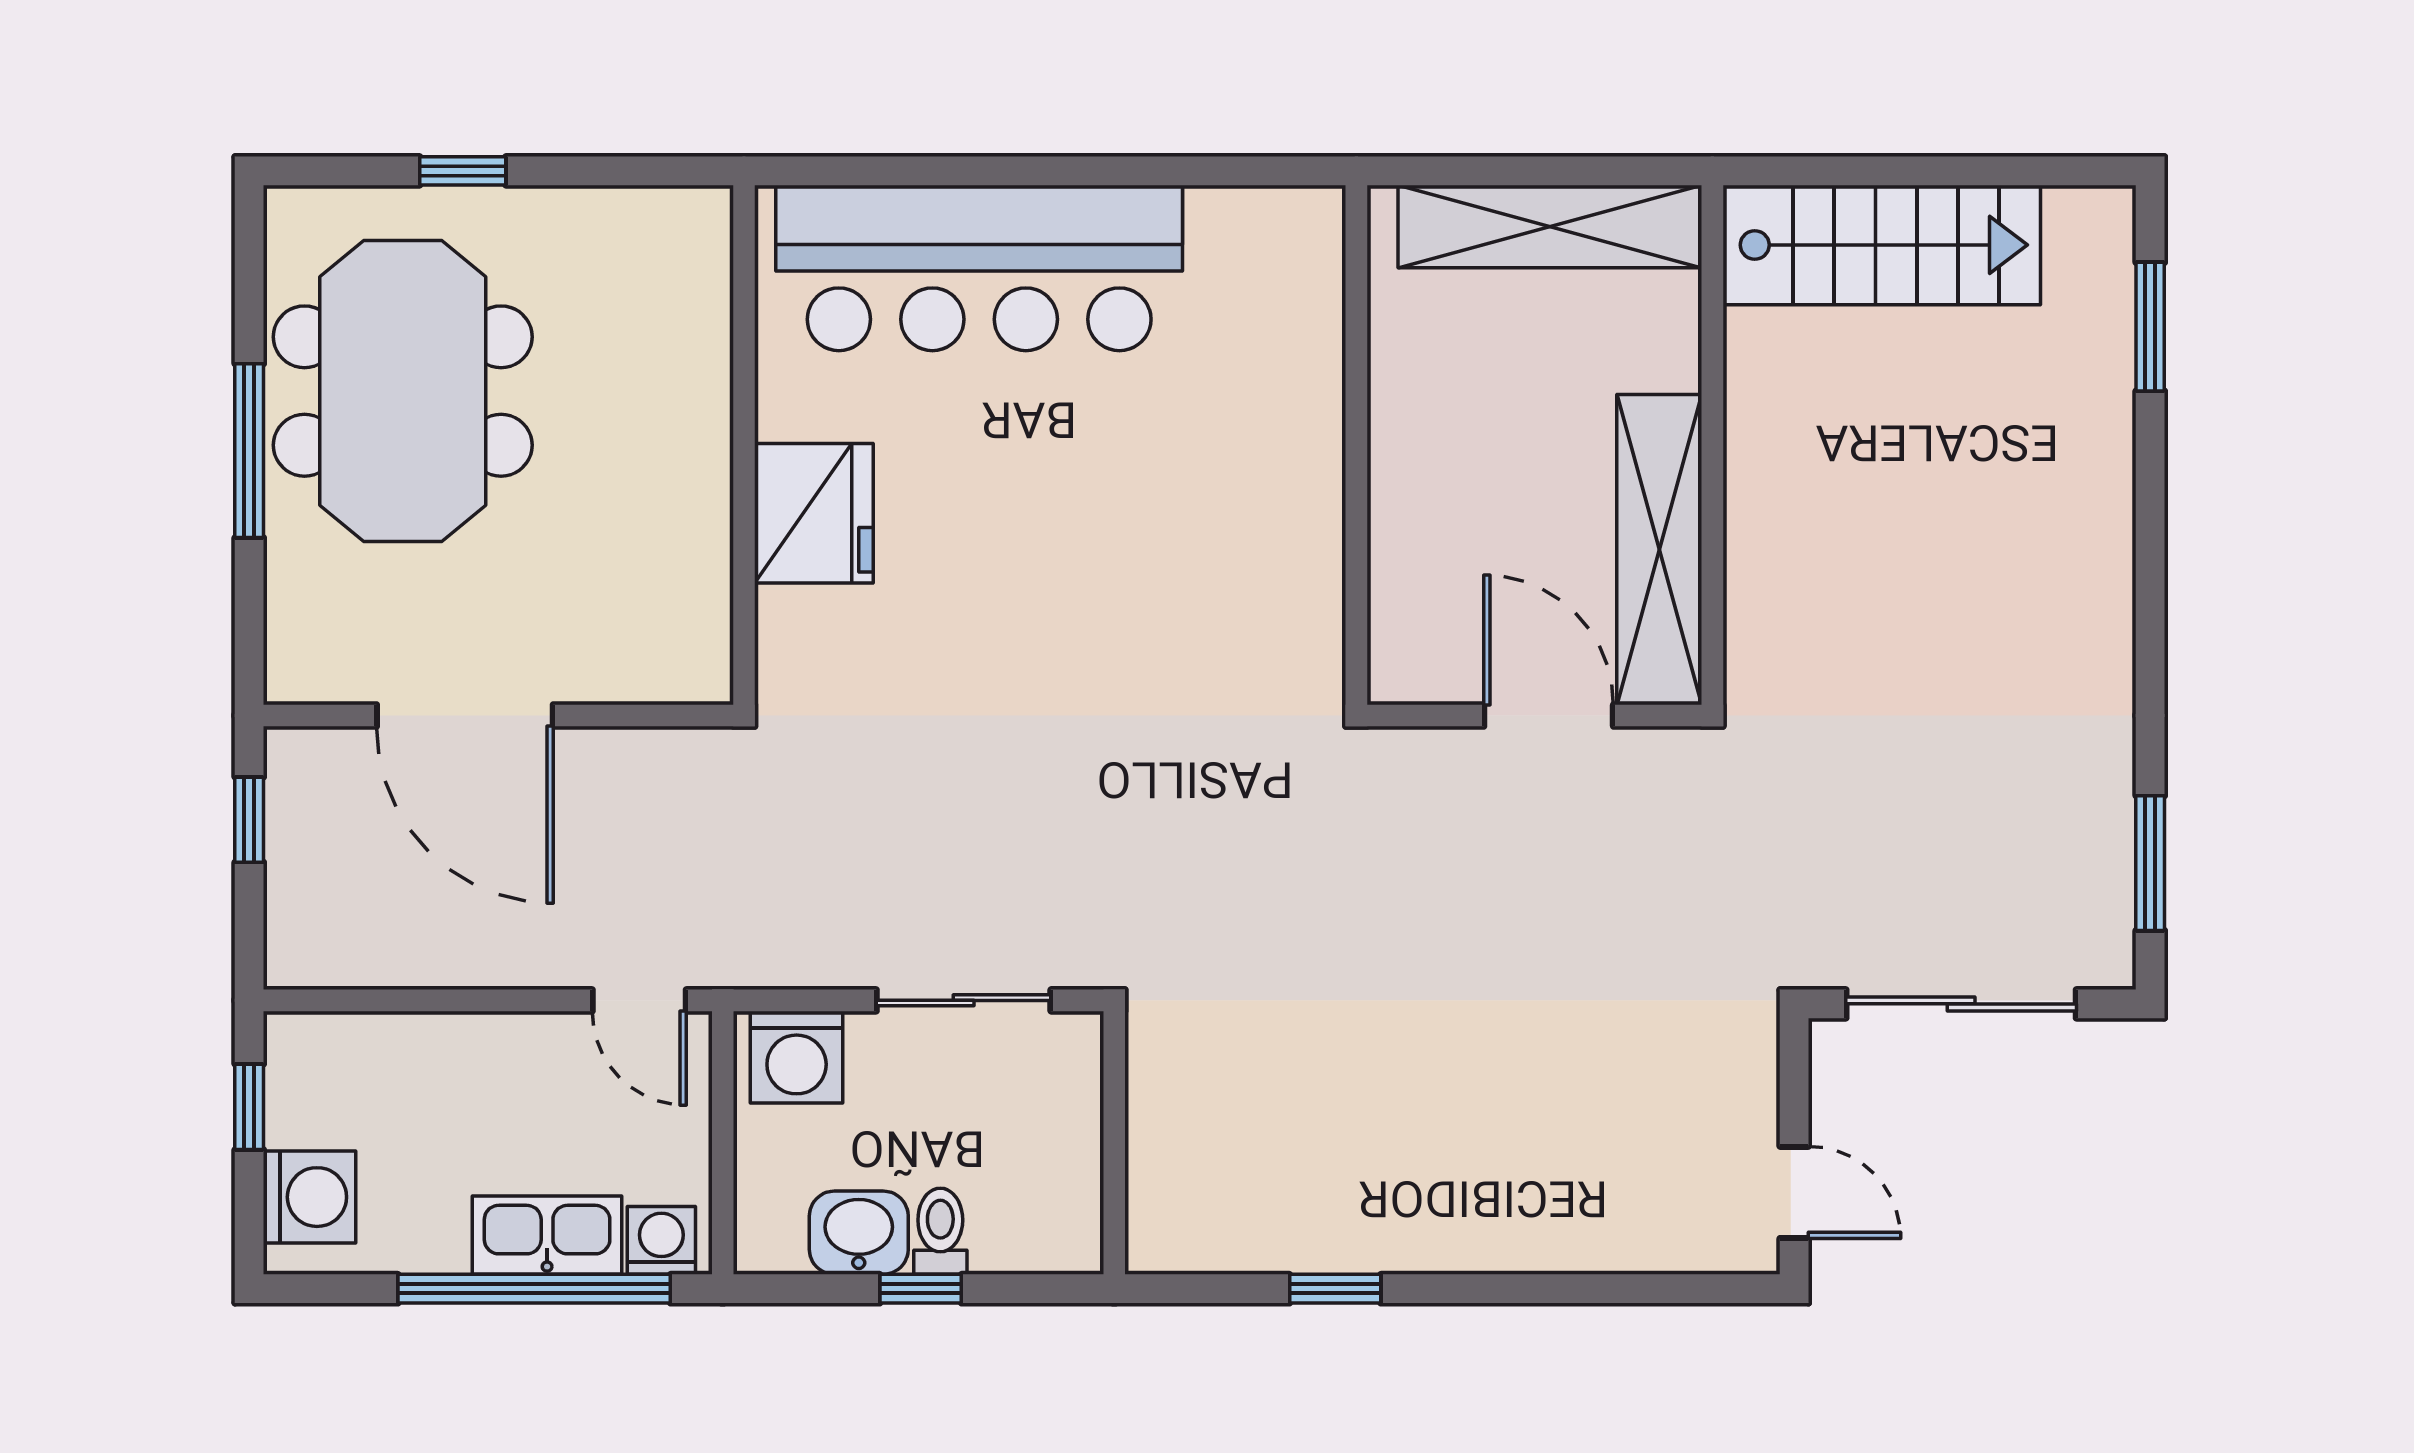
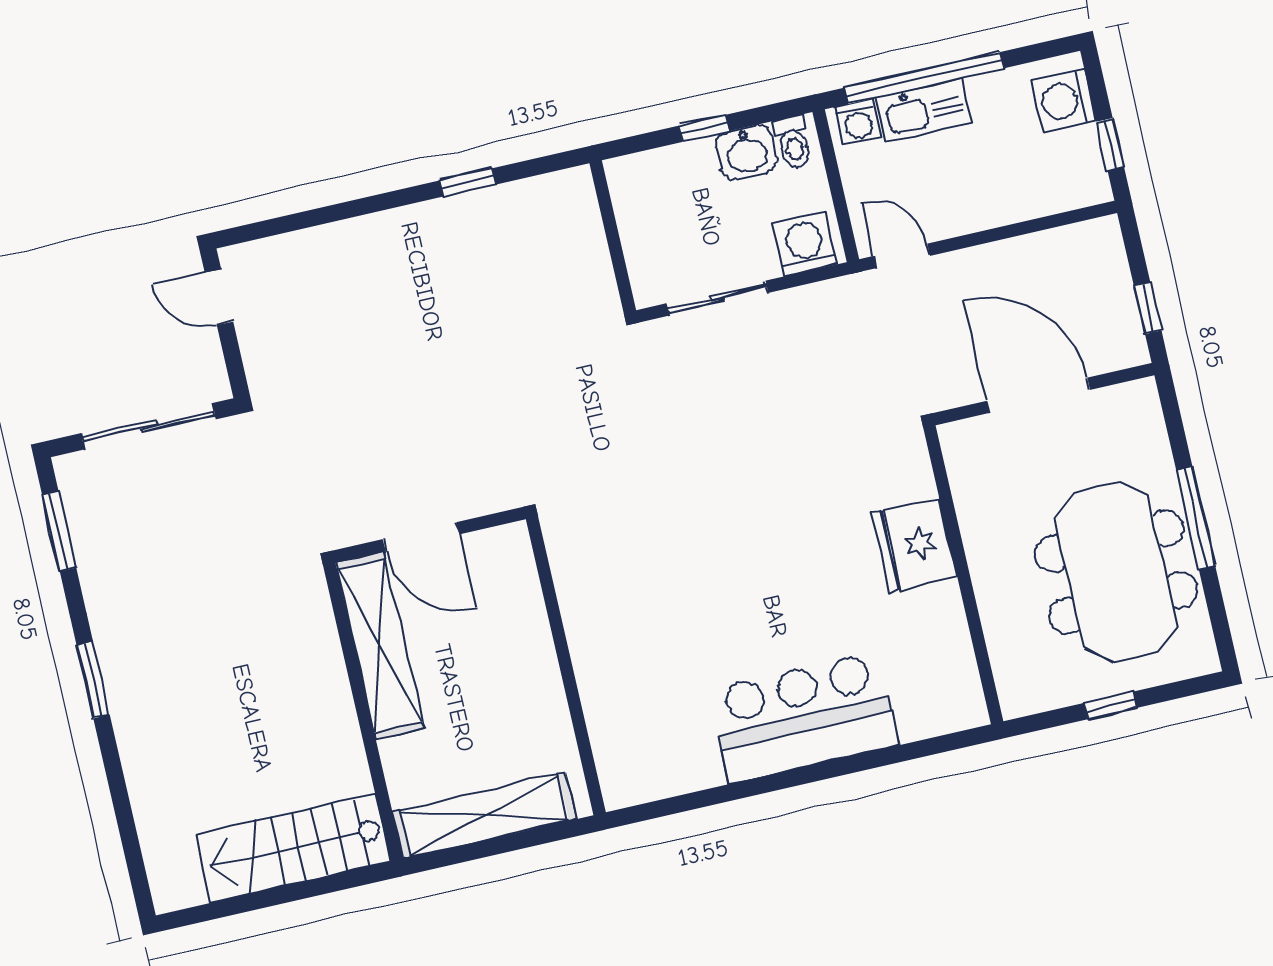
bar counter: (979, 268) -> (804, 717), width x0.73
window: (2150, 327) -> (93, 680), moved
wall: (744, 445) -> (963, 575), moved
fridge: (814, 513) -> (915, 545), moved
toilet: (940, 1231) -> (793, 142), moved

